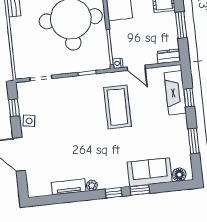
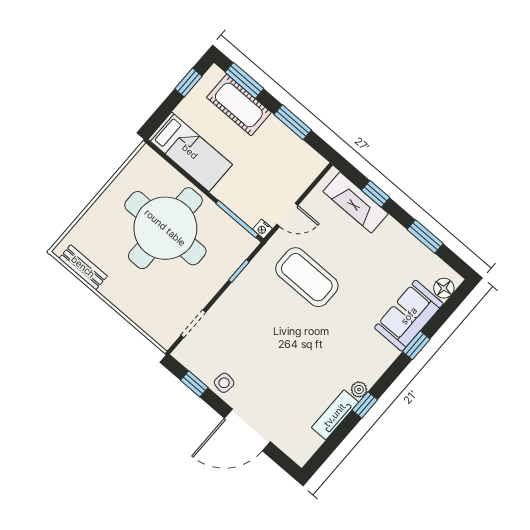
dresser: (169, 56) -> (311, 169), removed
window: (114, 193) -> (365, 405), moved

